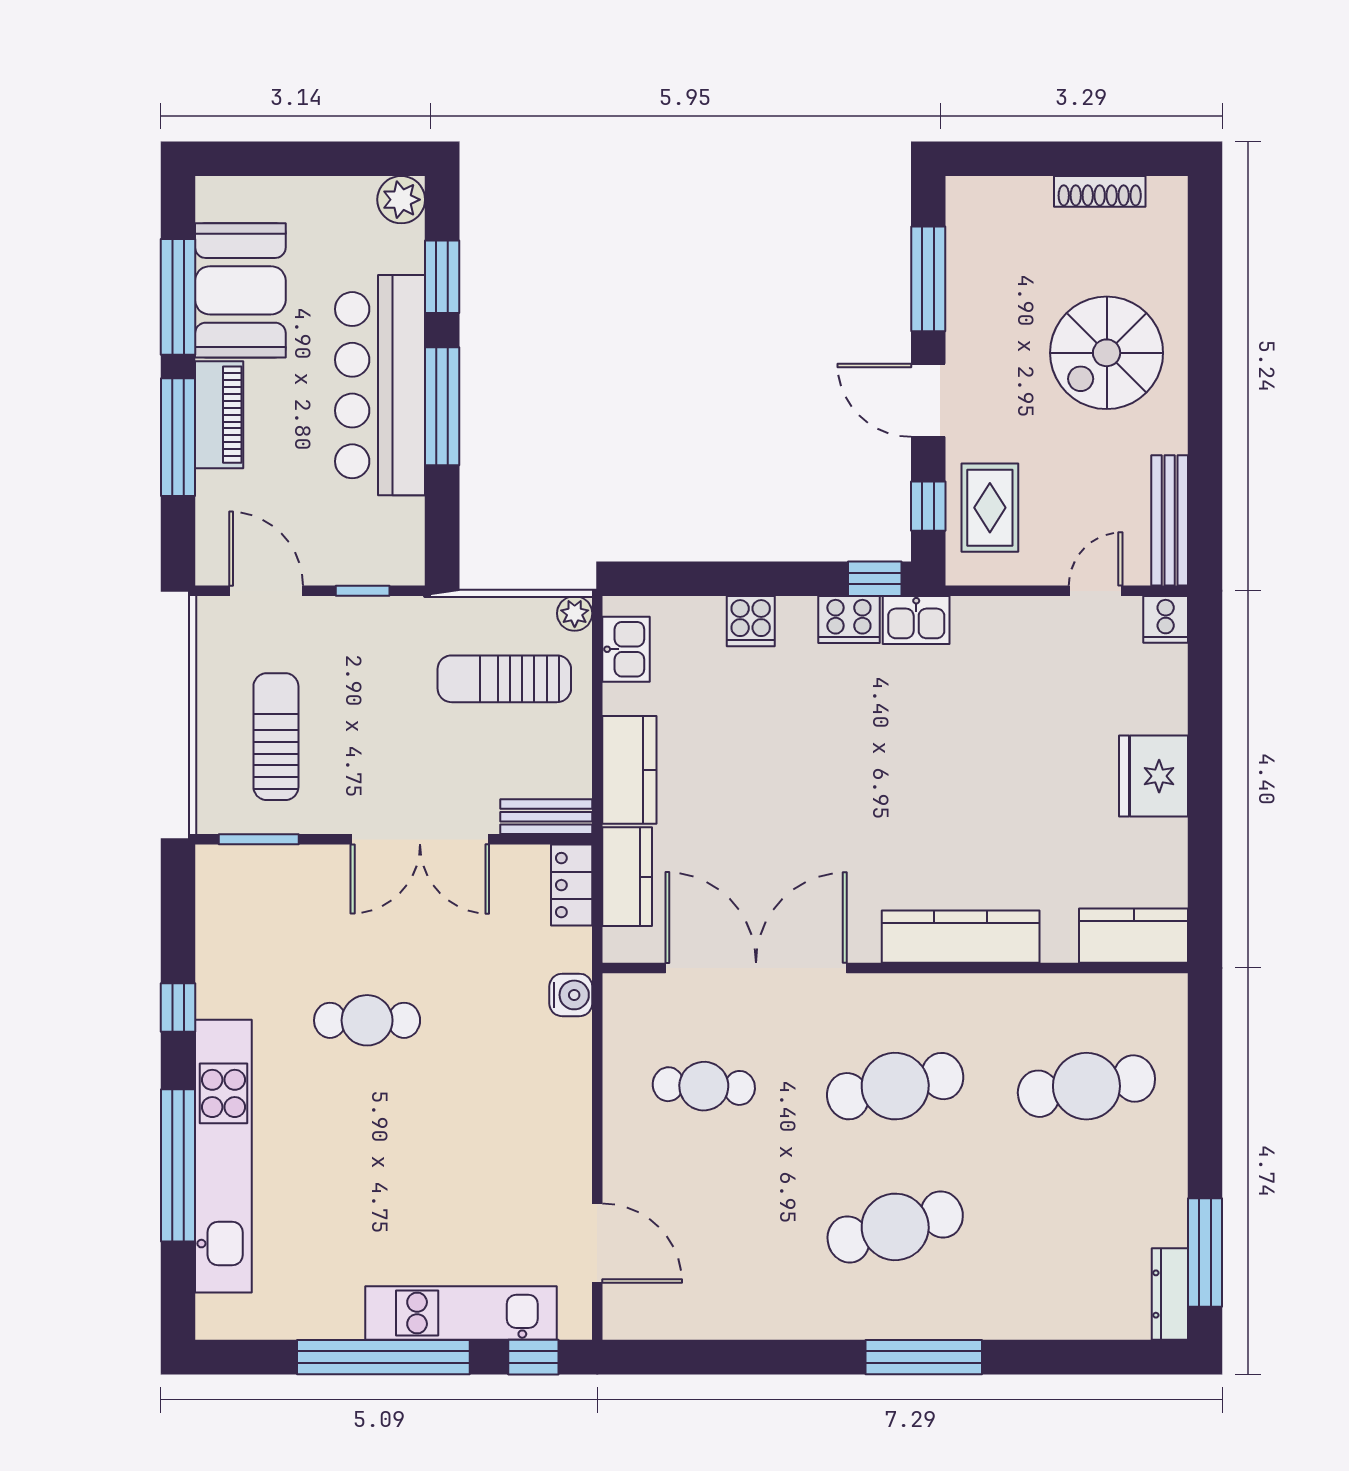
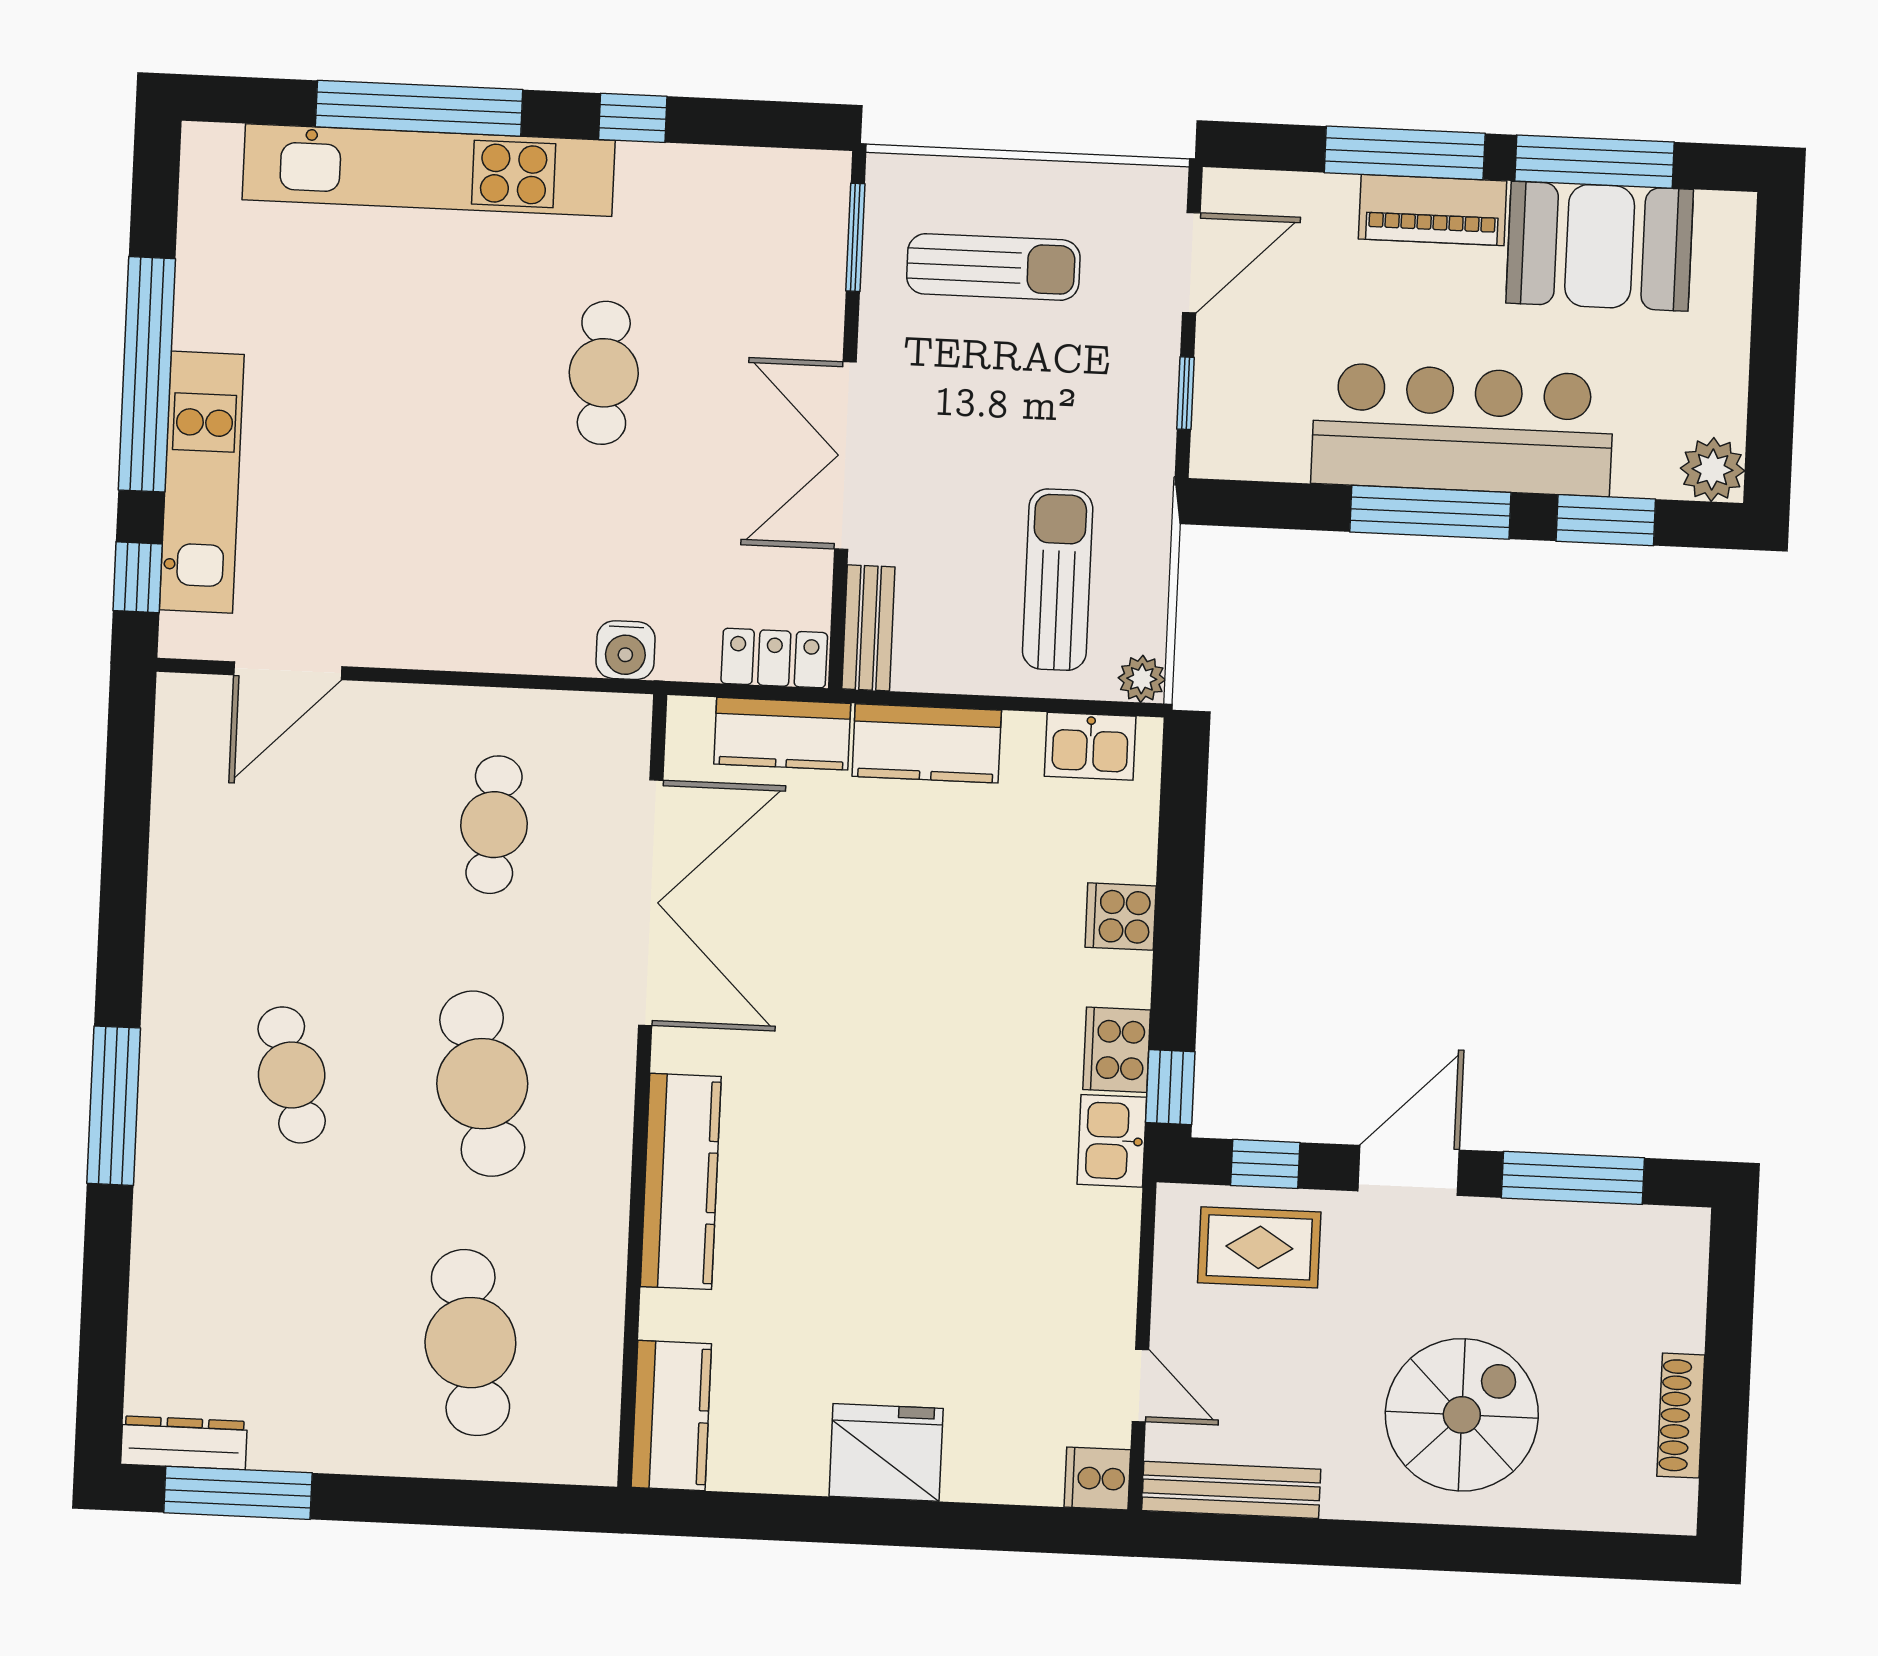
spiral stairs: (1107, 353) -> (1462, 1415), turned 90
cafe table: (895, 1227) -> (292, 1075), width x0.73, depth x0.74

